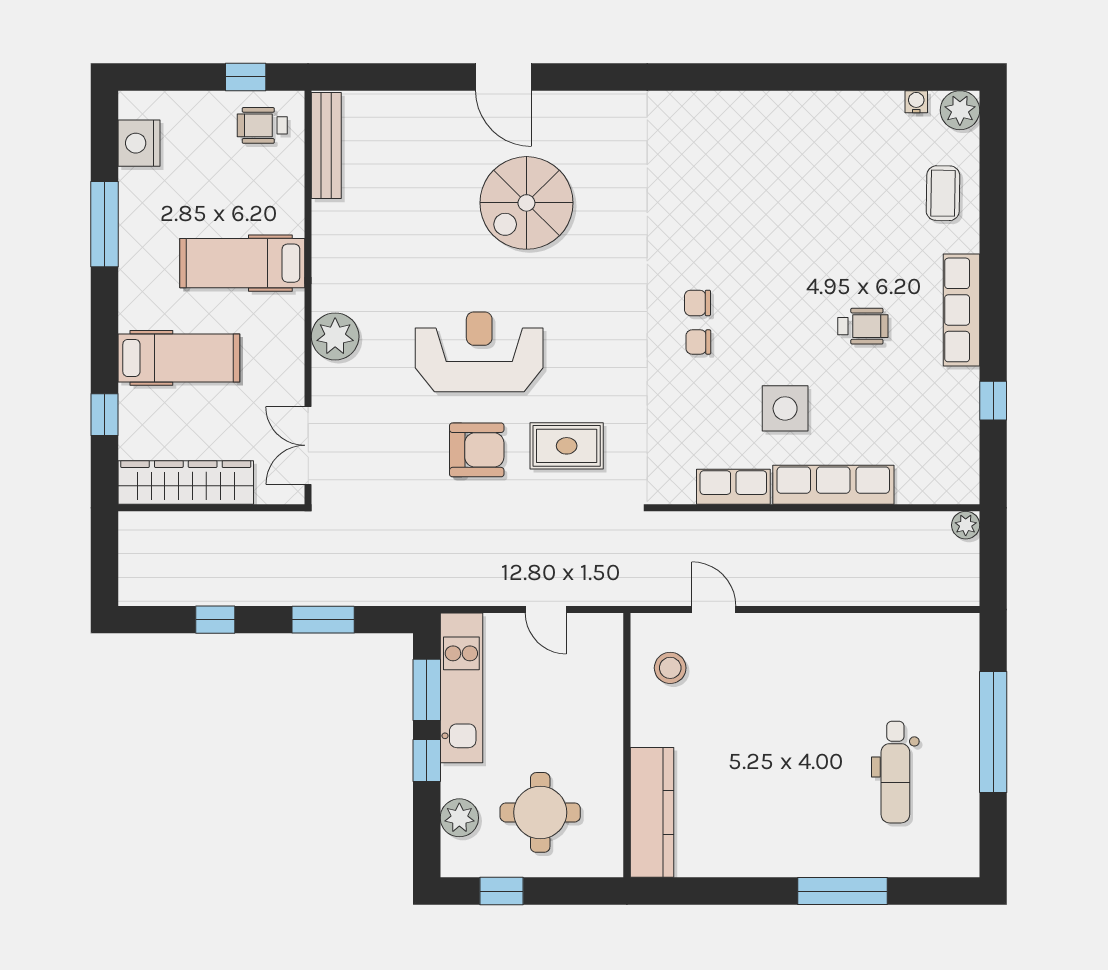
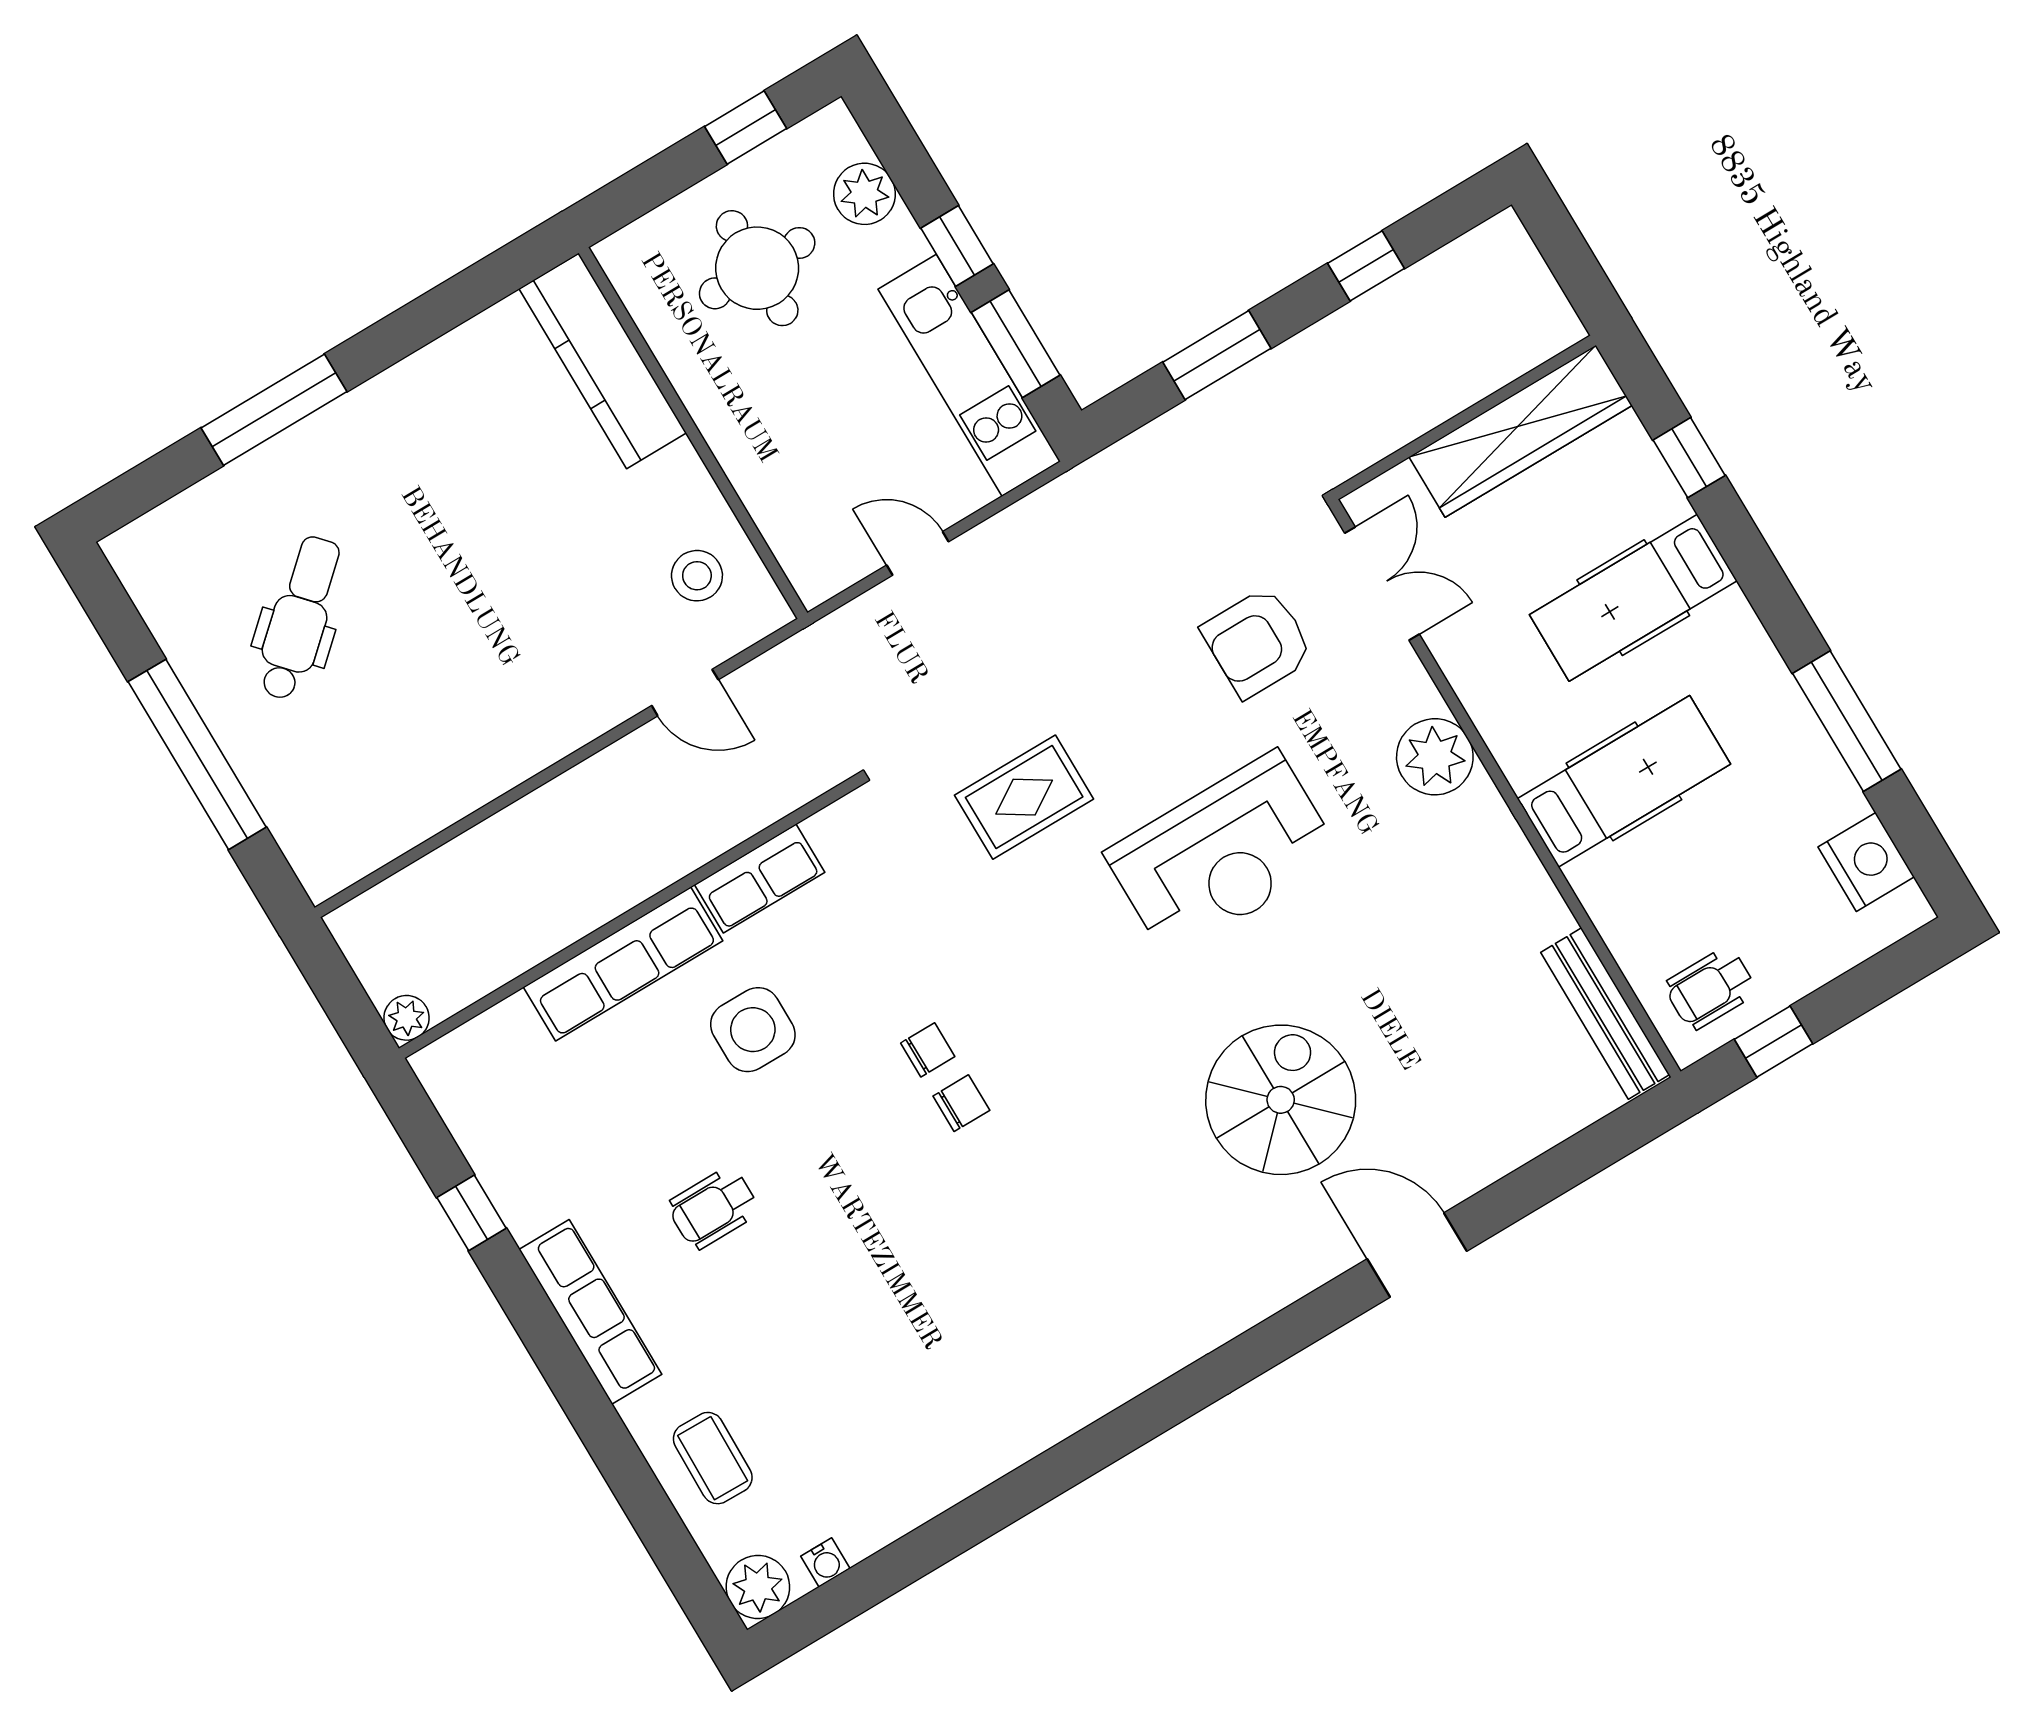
wheelchair: (262, 125) -> (1710, 988), turned 180
armchair: (477, 450) -> (1257, 642), moved
dental chair: (895, 772) -> (299, 618), turned 48

